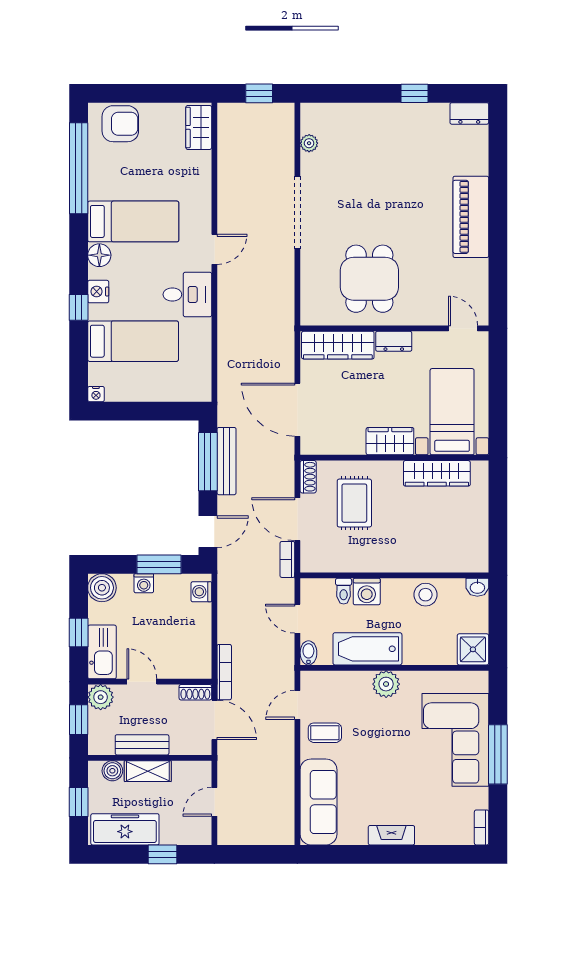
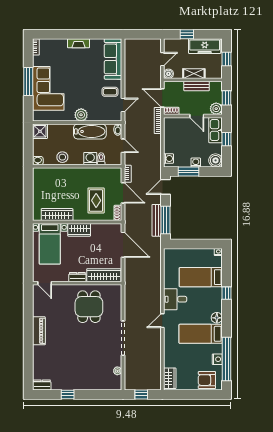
piano: (471, 217) -> (39, 331), width x0.73, depth x0.75
nightstand: (98, 292) -> (217, 359), moved
boiler: (112, 771) -> (168, 74), moved

